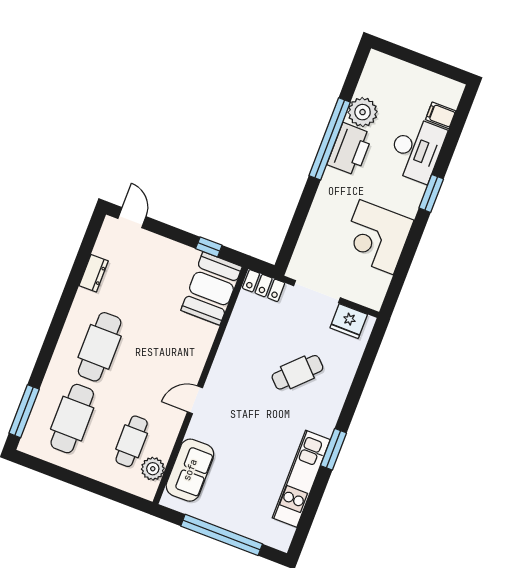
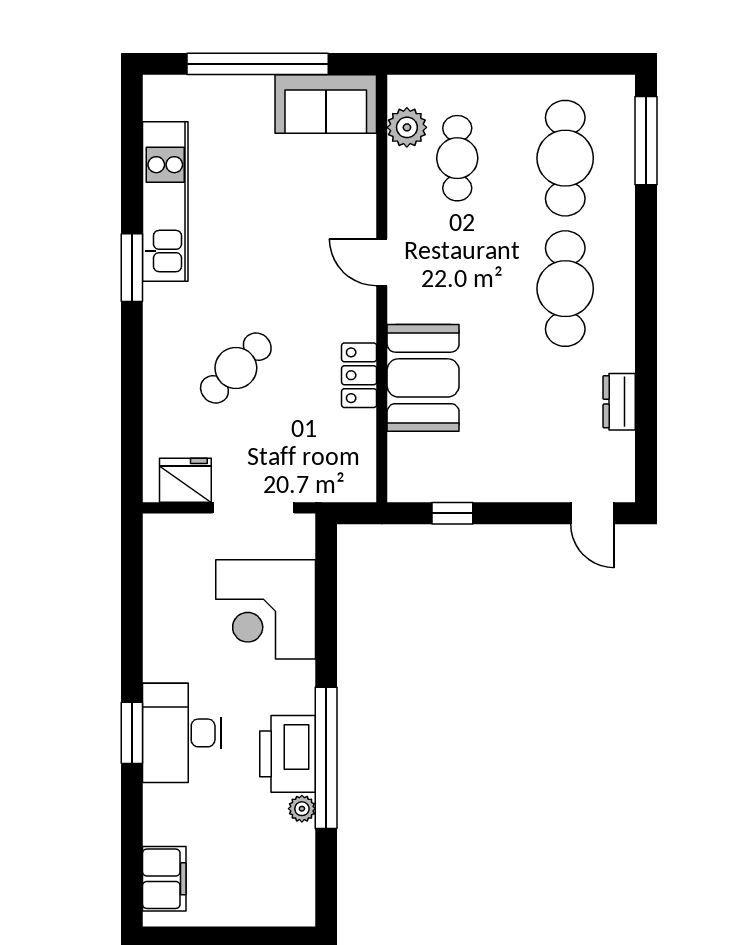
plant: (363, 112) -> (302, 809), width x0.53, depth x0.53
filing cabinet: (441, 115) -> (164, 879), width x2.00
desk: (417, 150) -> (182, 733), moved
corner desk: (376, 237) -> (266, 609), moved, turned 180
locker: (264, 286) -> (359, 375), moved, turned -90
booth: (211, 288) -> (423, 378), moved
door: (195, 400) -> (382, 262), swing flipped
sofa: (190, 470) -> (326, 104), moved, turned -90

